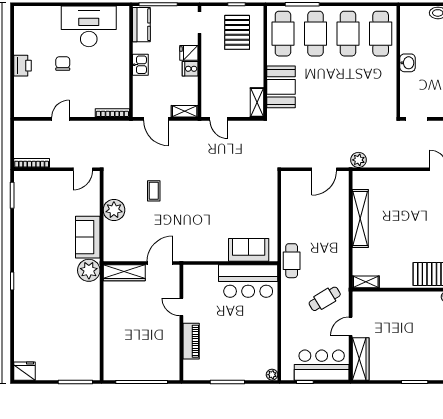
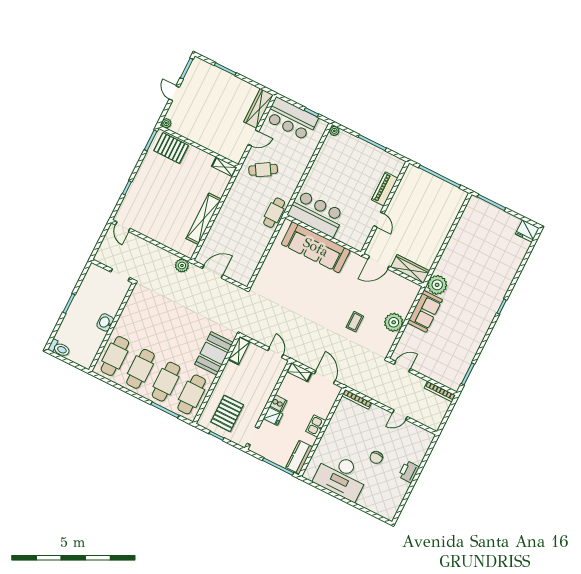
sofa: (249, 250) -> (316, 247), width x1.85, depth x1.27

